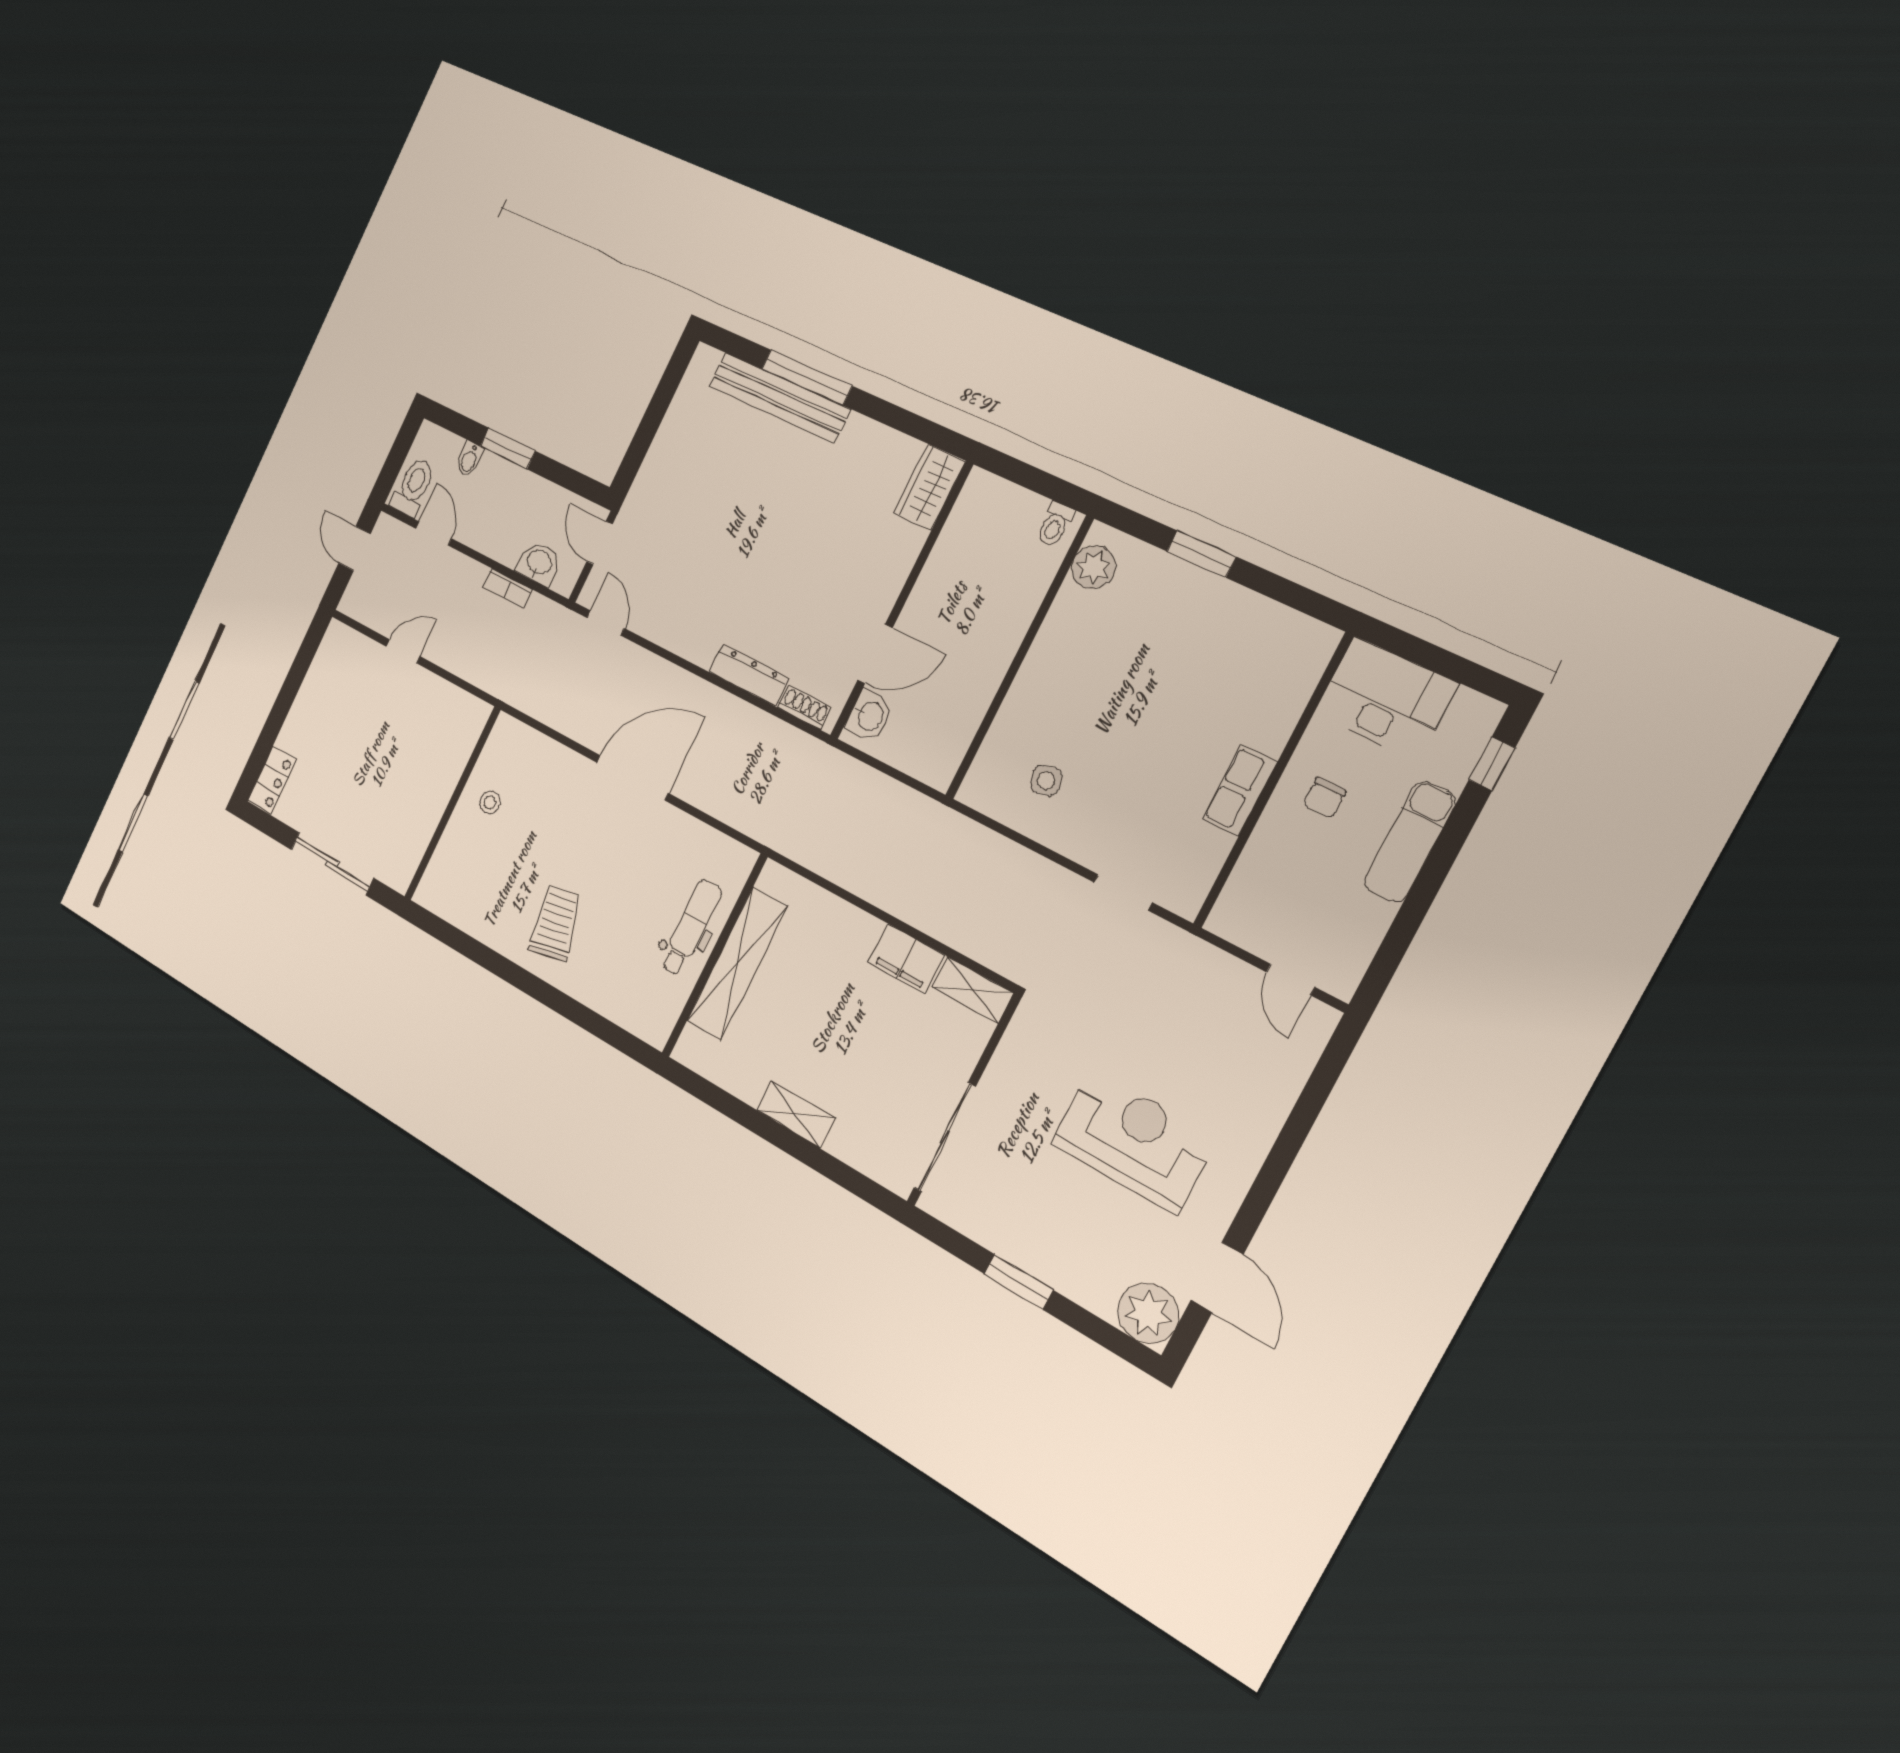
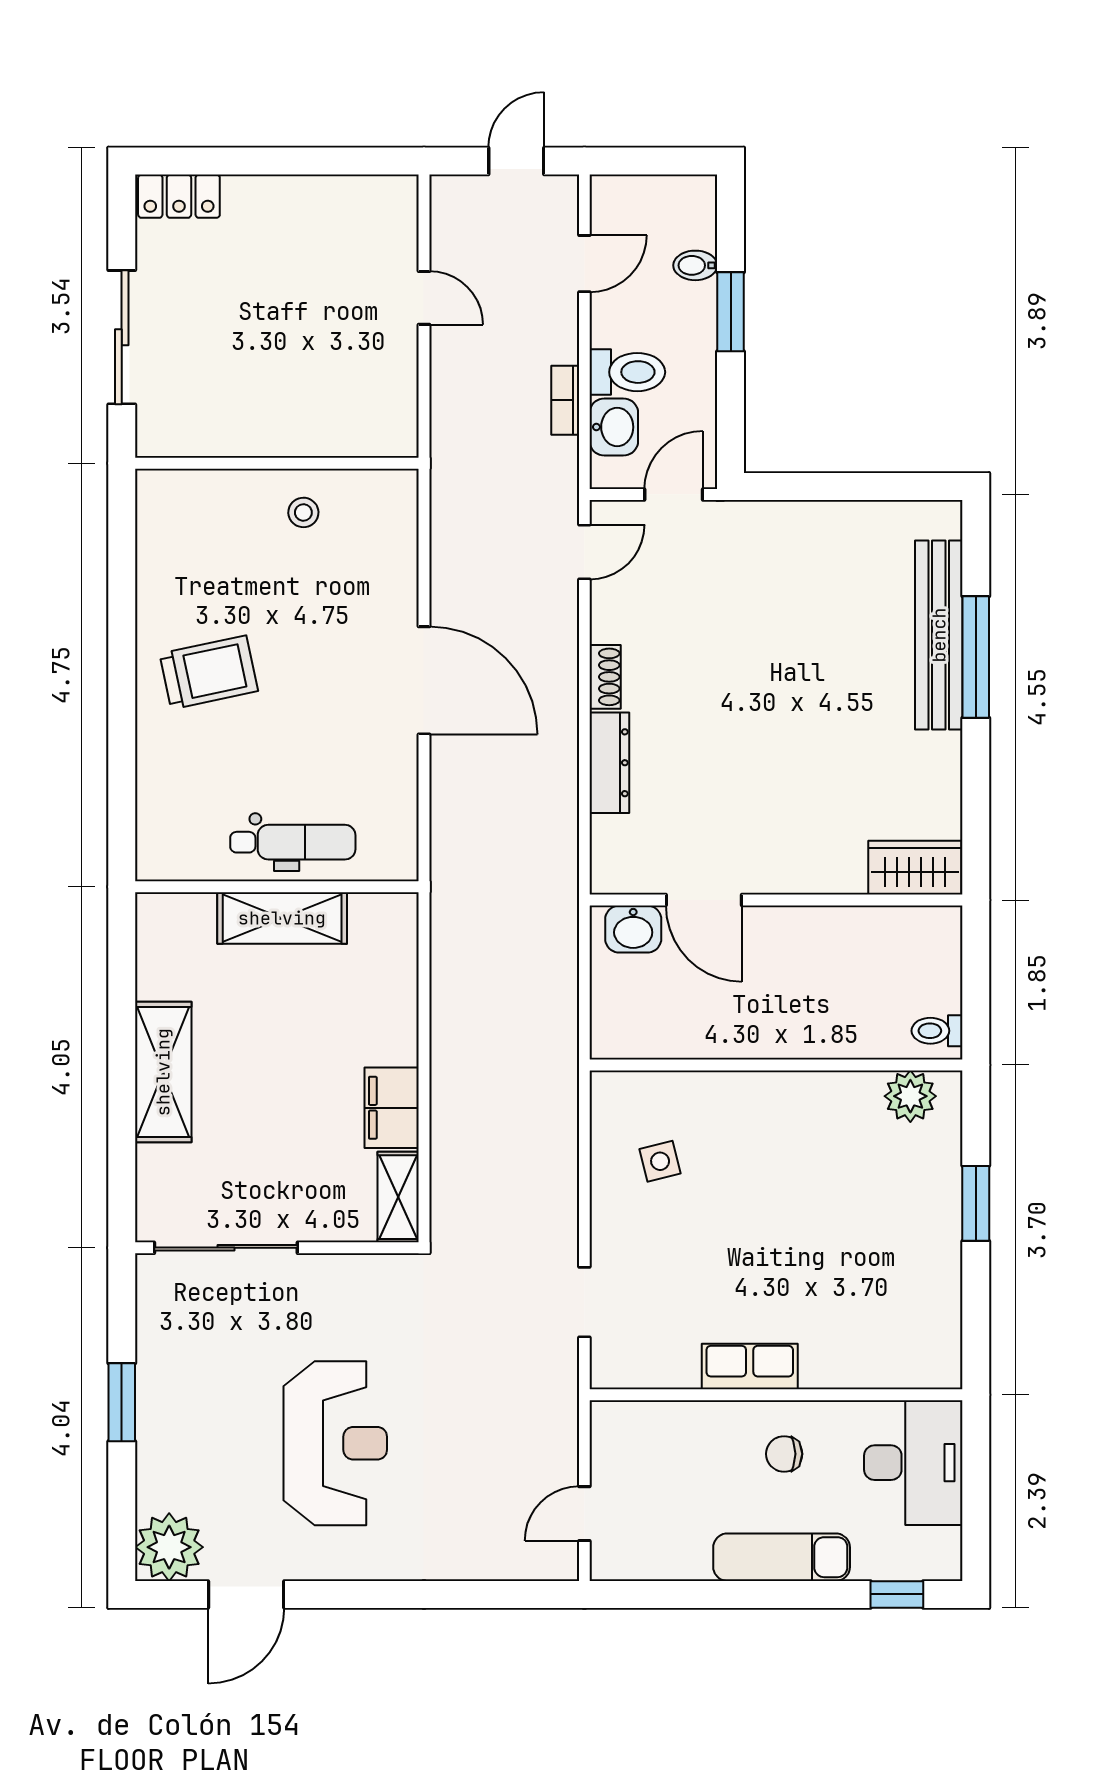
toilet: (413, 487) -> (627, 372), moved
shoe rack: (805, 708) -> (605, 677), moved
shelving: (737, 964) -> (282, 918), width x0.68
shelving: (796, 1114) -> (163, 1072), width x1.50, depth x1.33

